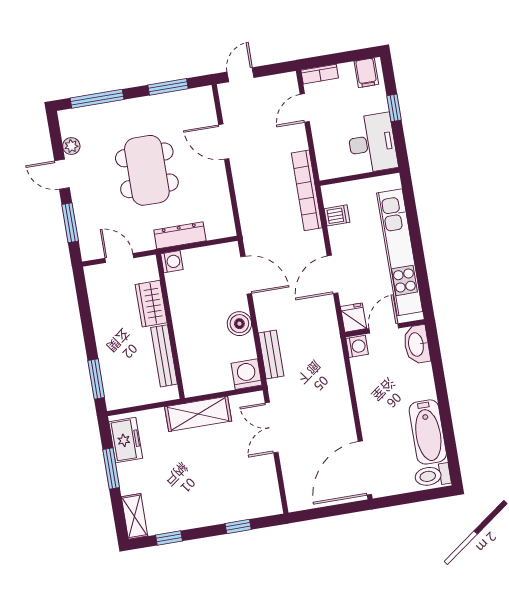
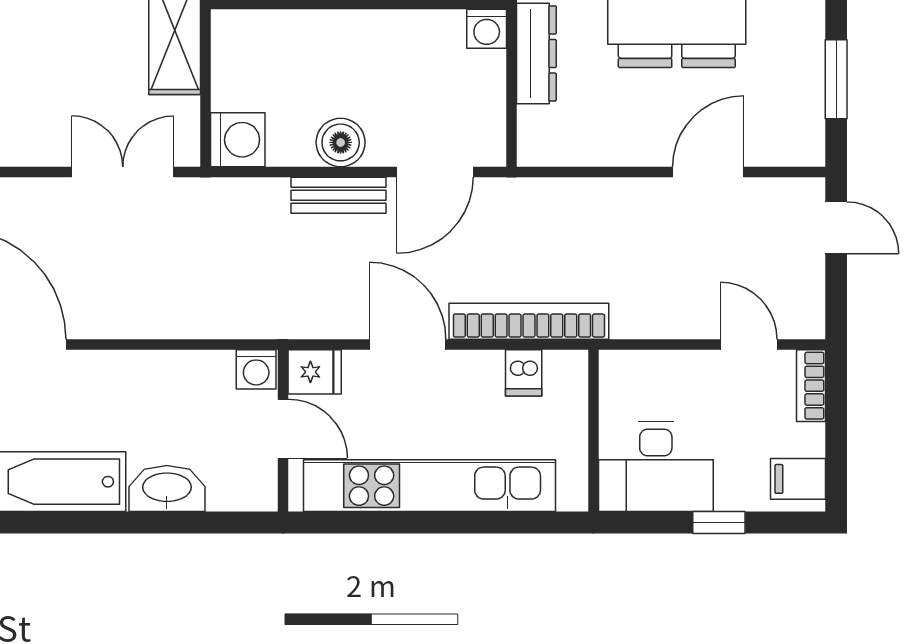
bookcase: (307, 190) -> (529, 321), moved
washbasin: (417, 344) -> (167, 489), moved
bench: (271, 354) -> (338, 195), moved

